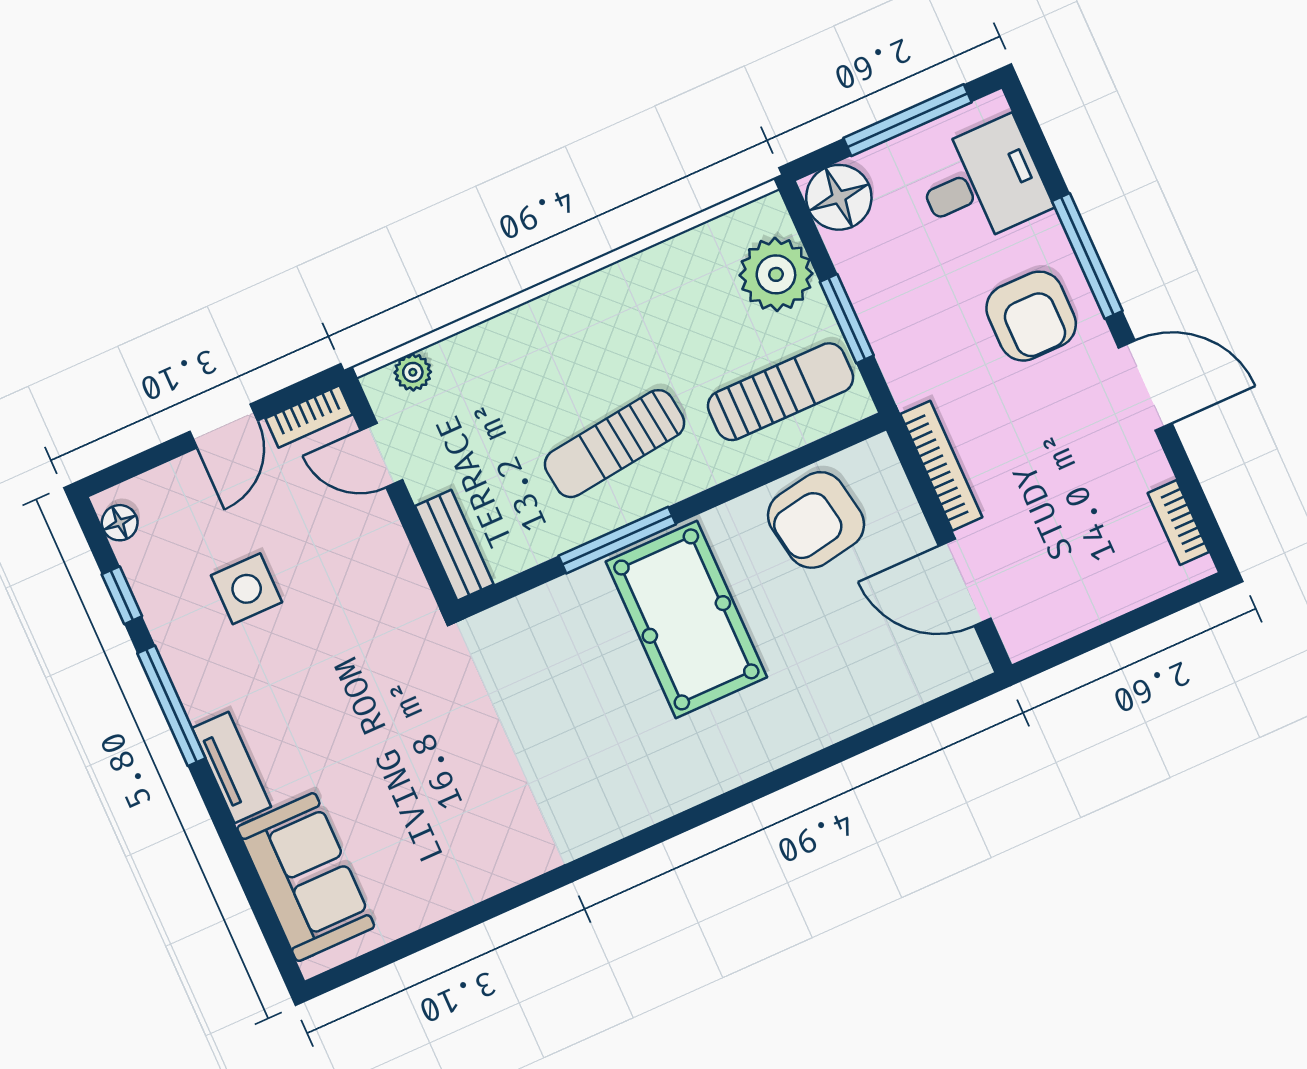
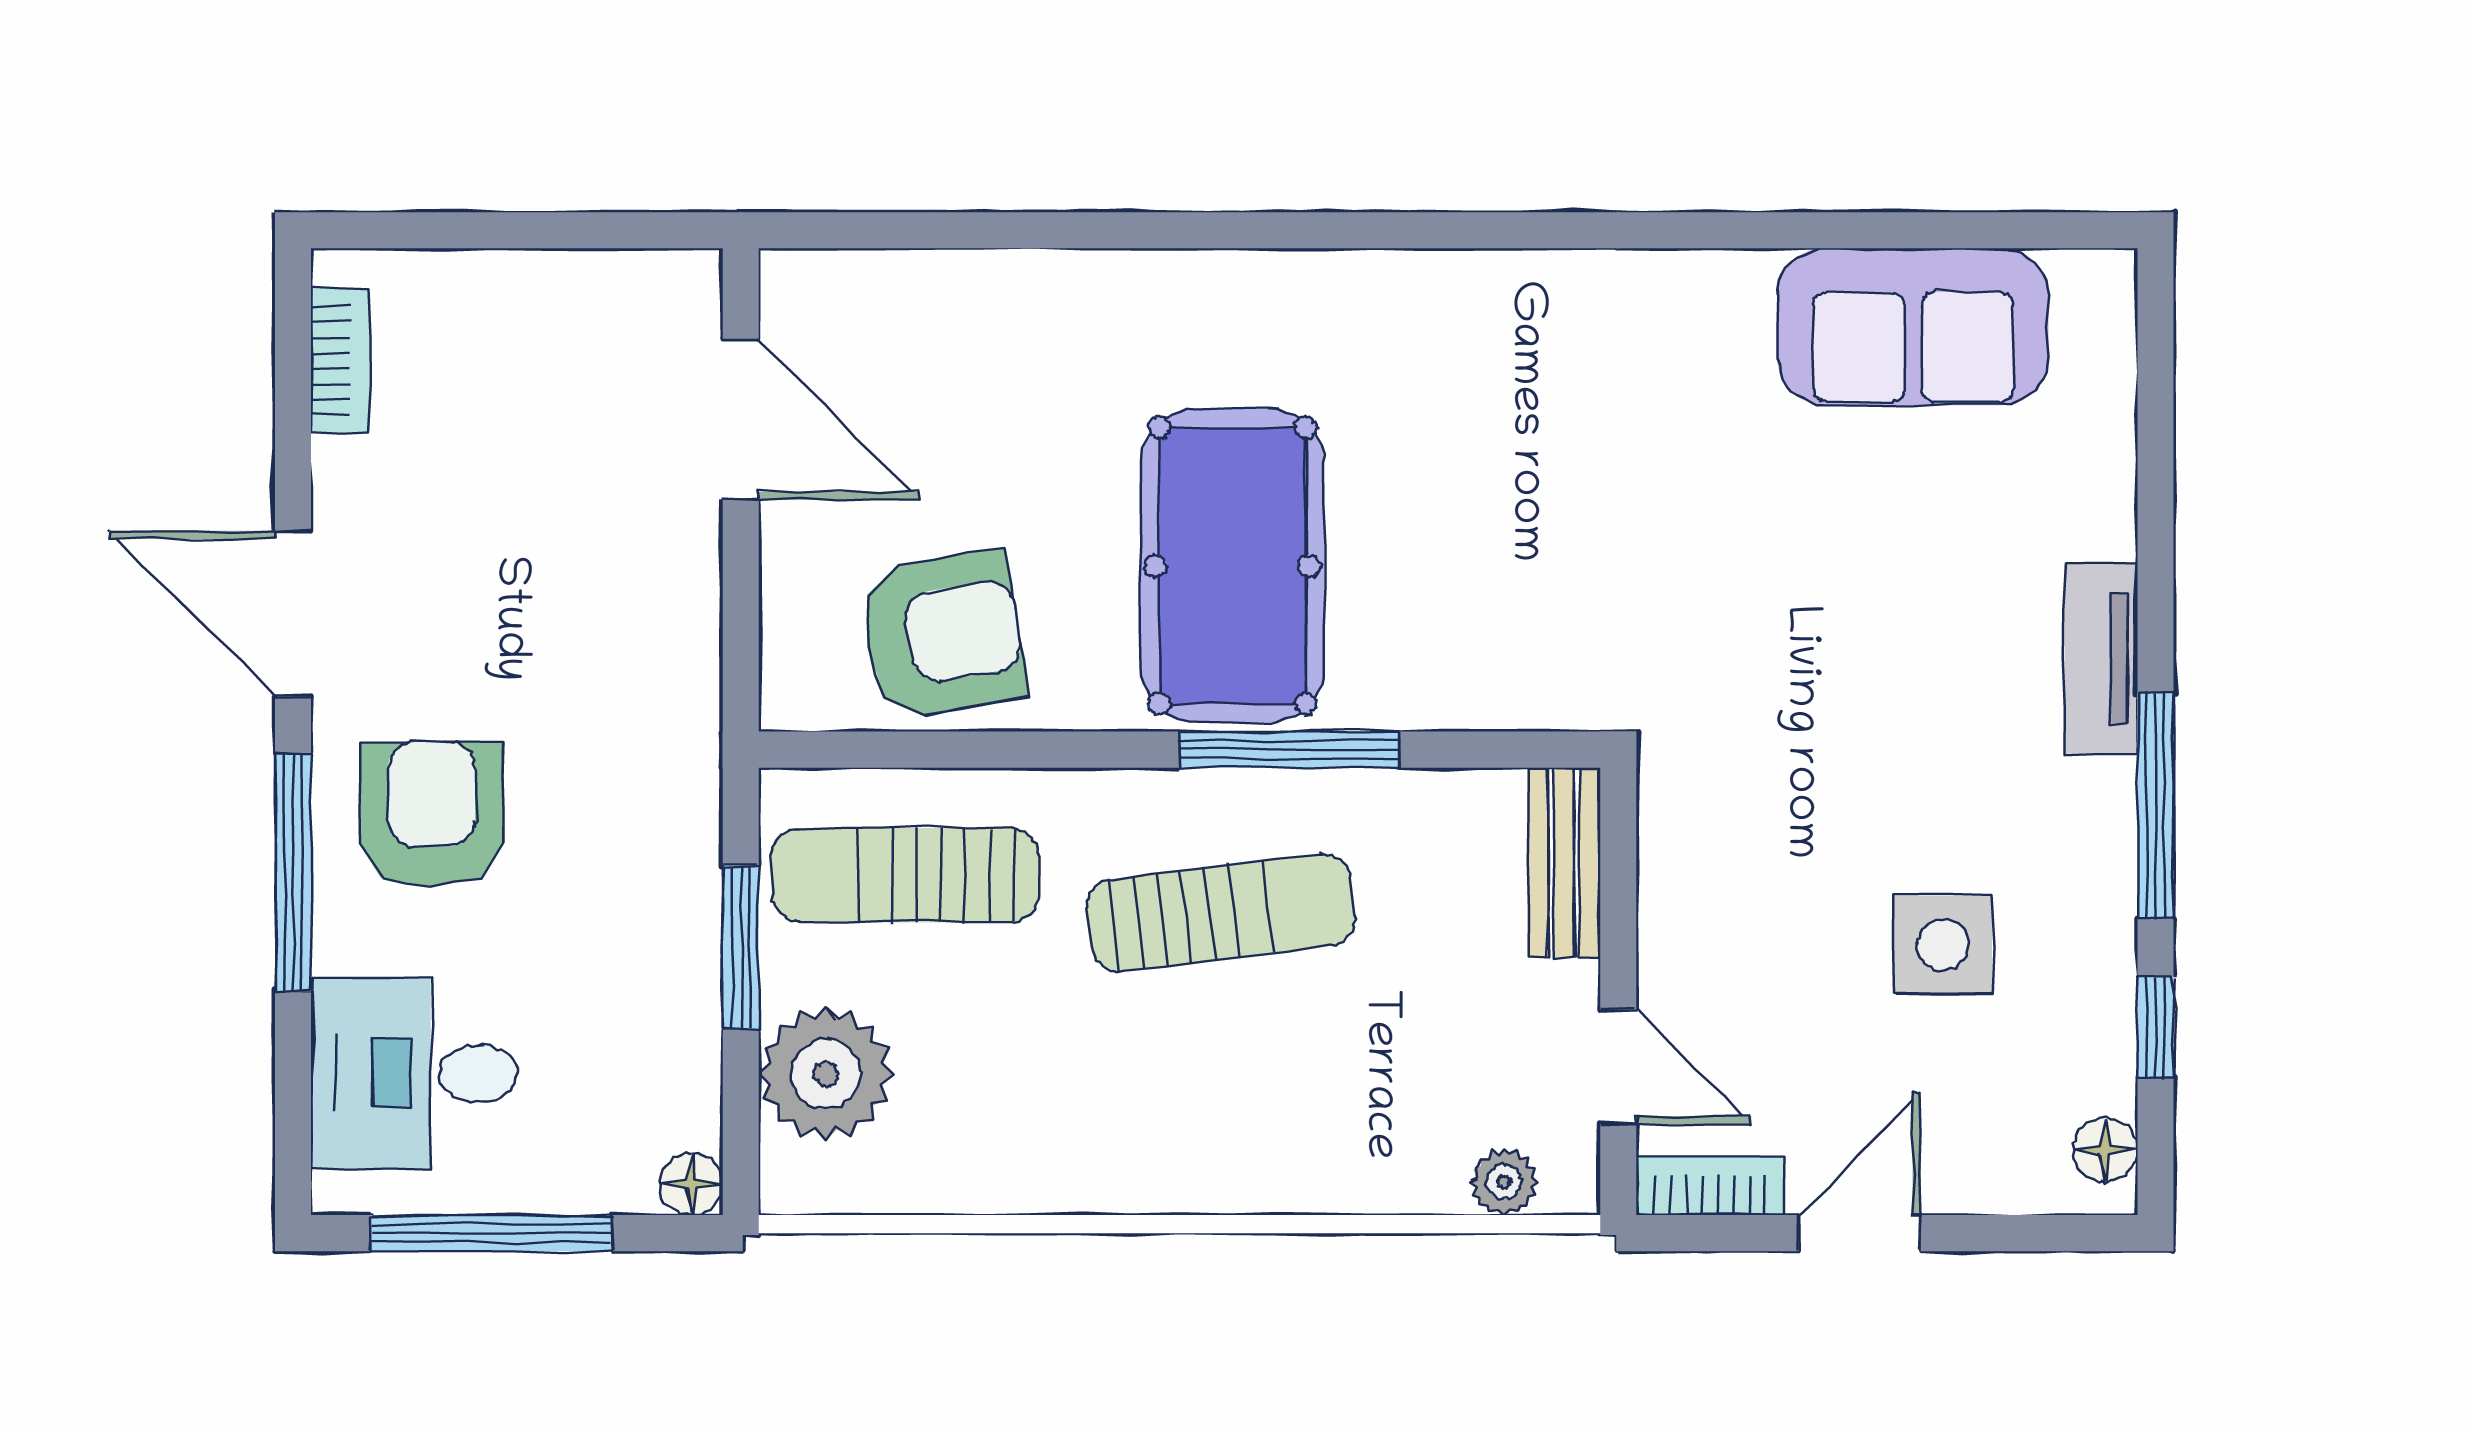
floor lamp: (839, 197) -> (691, 1184), width x0.53, depth x0.53
bookcase: (941, 466) -> (693, 632), removed
sofa: (306, 877) -> (1913, 327), moved, turned -90

